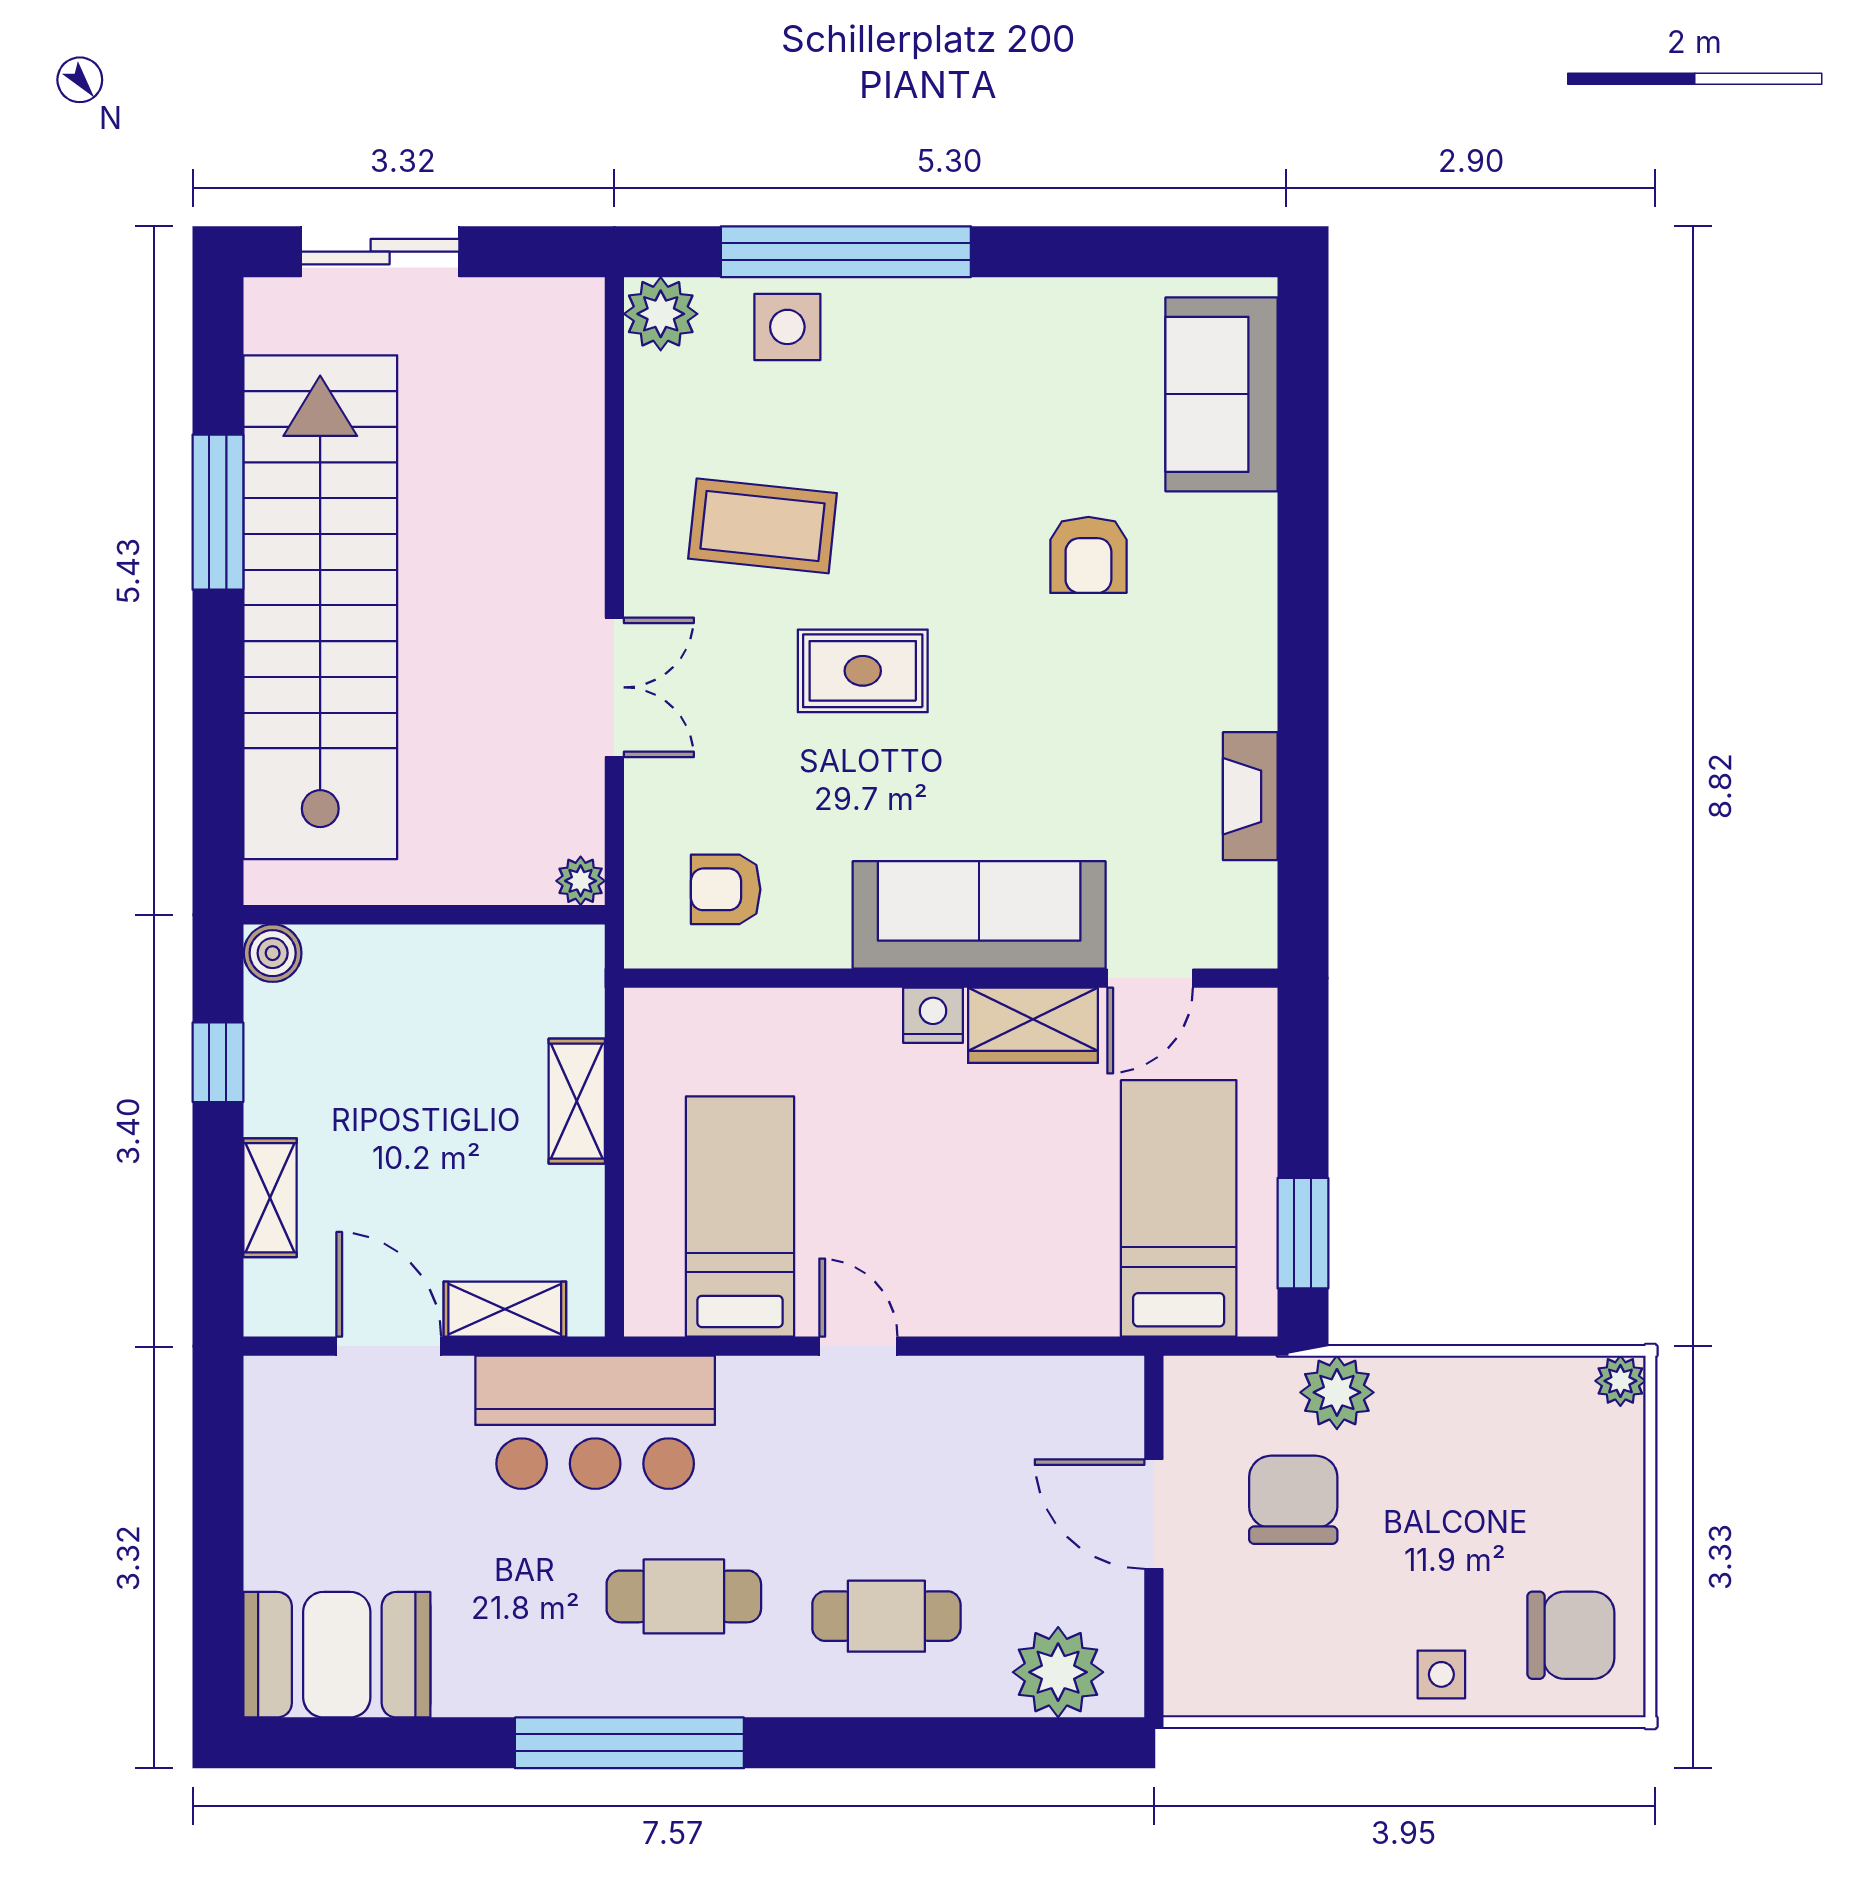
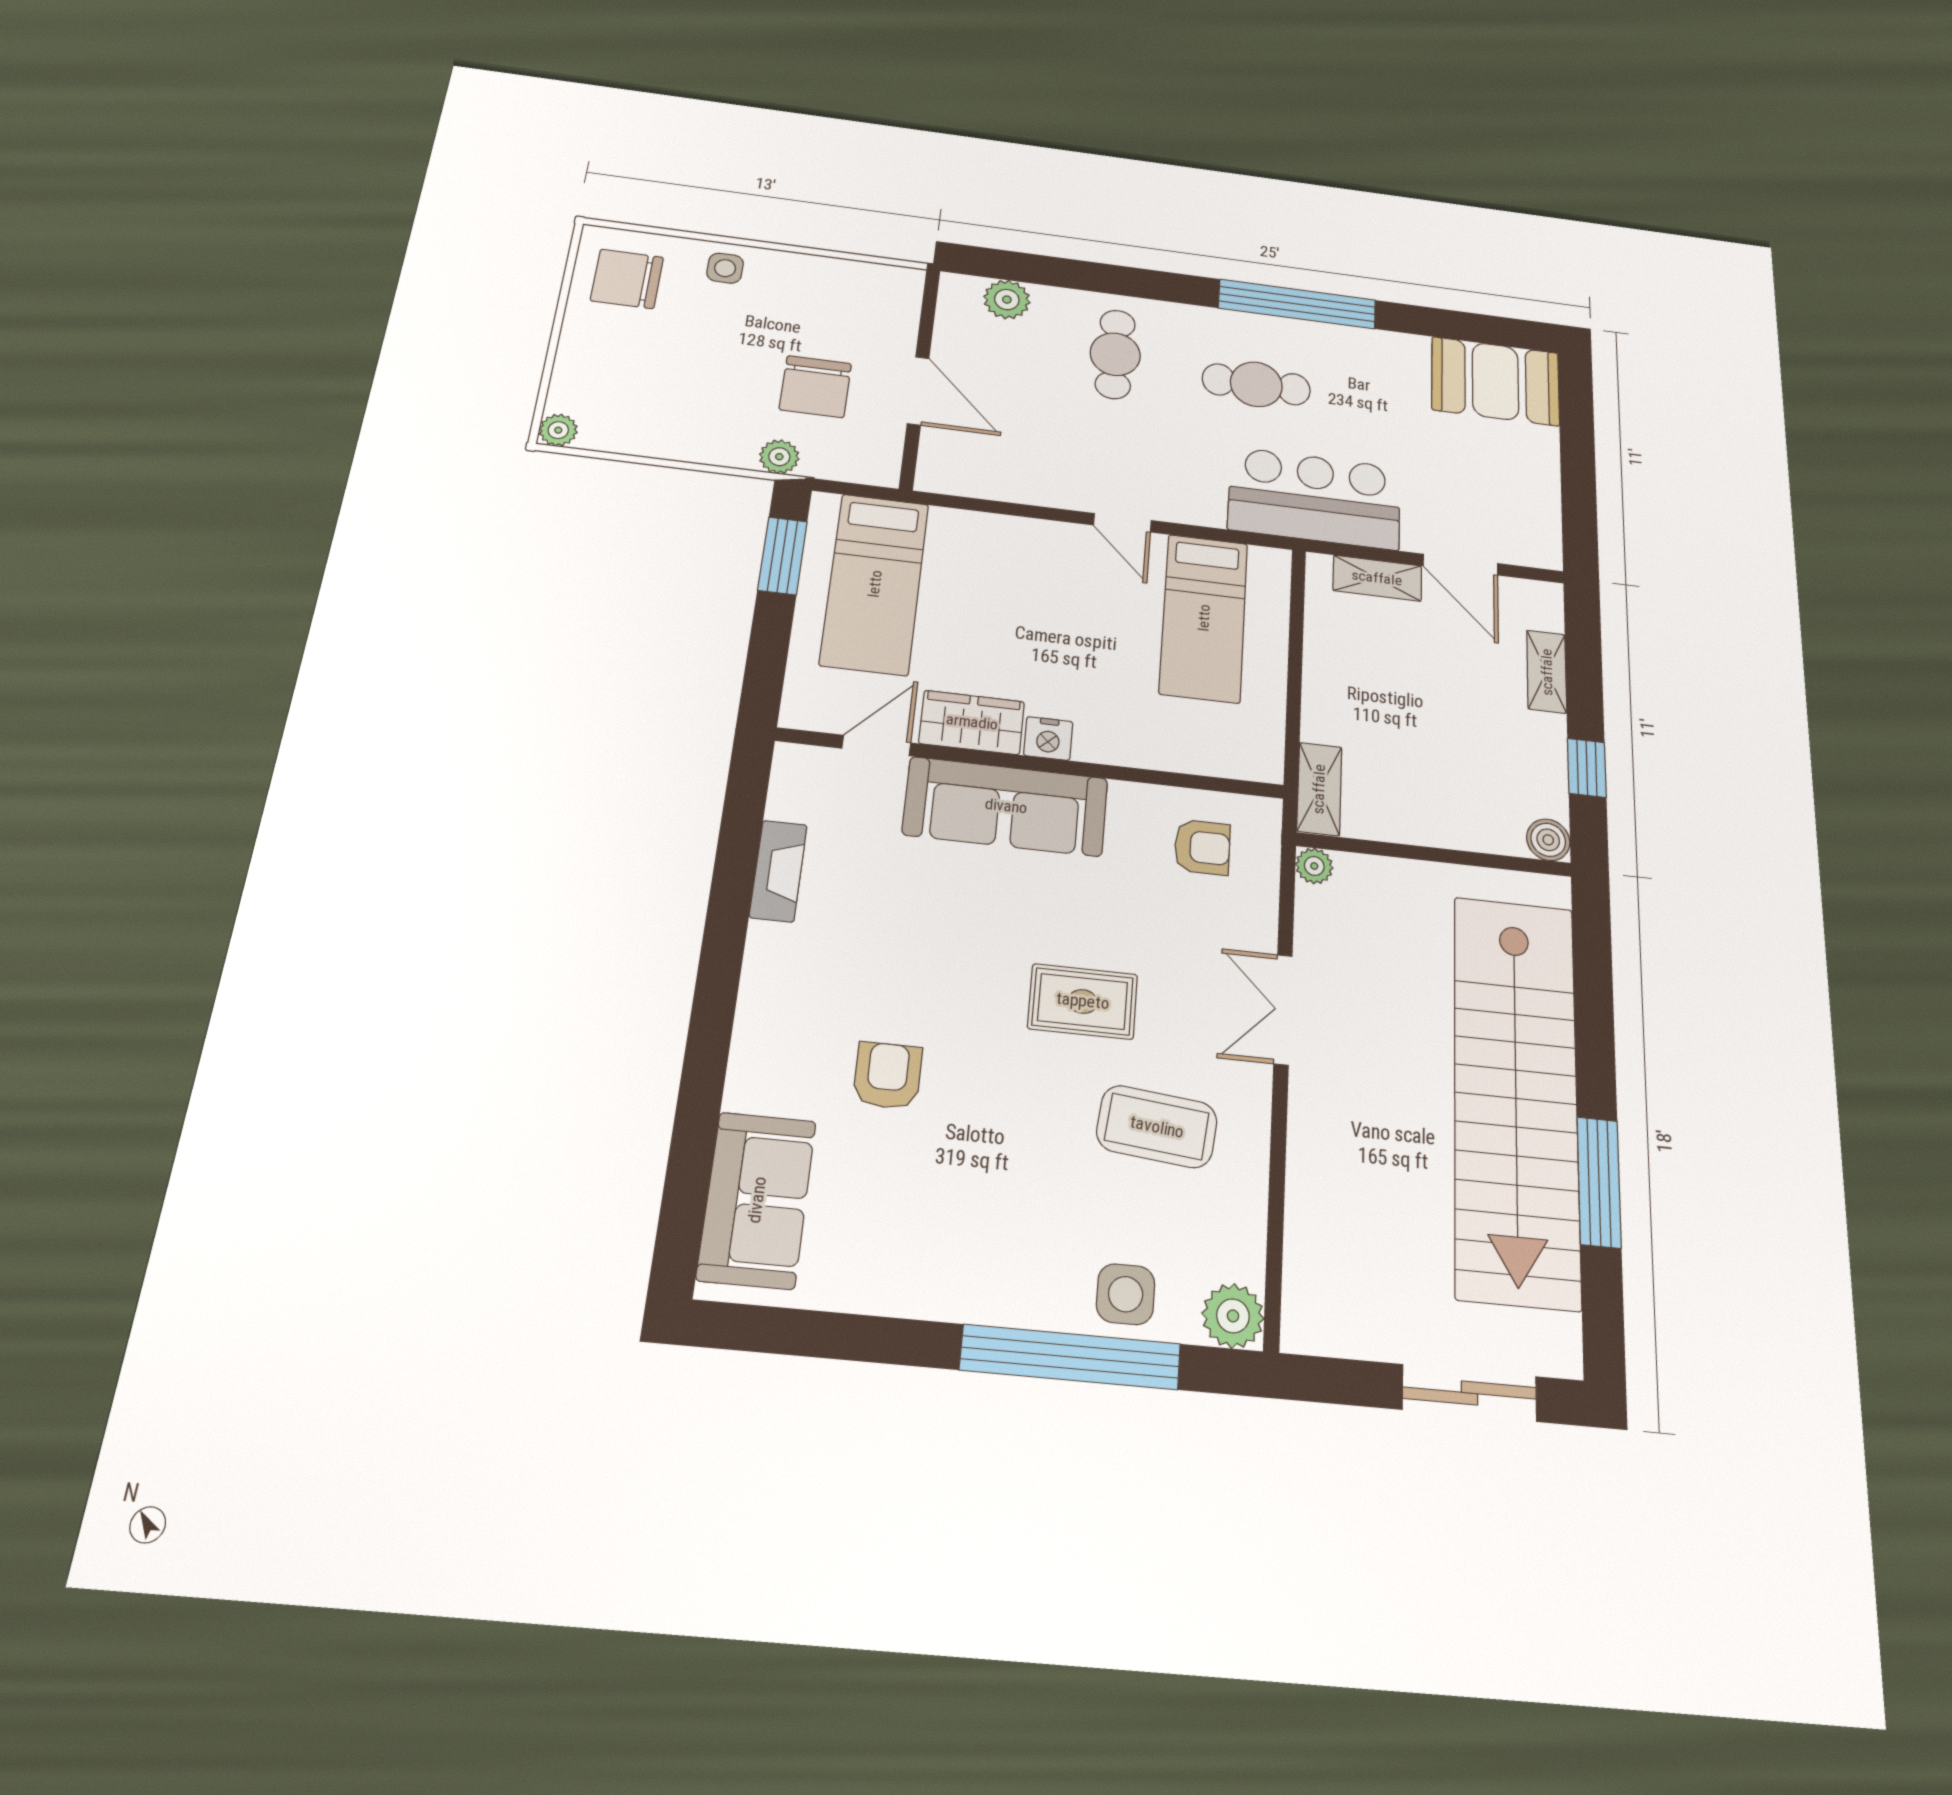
shelving: (577, 1101) -> (1319, 789), moved
plant: (1337, 1392) -> (779, 457), width x0.73, depth x0.73
cafe table: (886, 1616) -> (1115, 354), turned 90
plant: (1058, 1672) -> (1007, 300), width x0.73, depth x0.73

